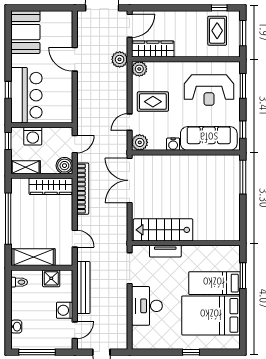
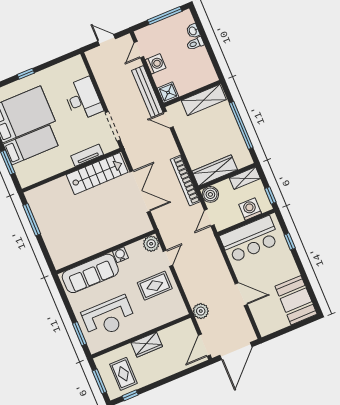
wardrobe: (153, 49) -> (147, 345), moved, width x0.67
plant: (139, 69) -> (179, 310), removed
reception desk: (209, 90) -> (108, 317), turned 180
bar counter: (26, 95) -> (250, 239), moved, turned -90
window: (243, 130) -> (63, 294), removed
window: (243, 177) -> (32, 220), moved
double door: (130, 180) -> (140, 191), moved
door: (75, 239) -> (168, 120), moved
shower: (51, 278) -> (168, 92), moved
toilet: (19, 282) -> (195, 43), moved

